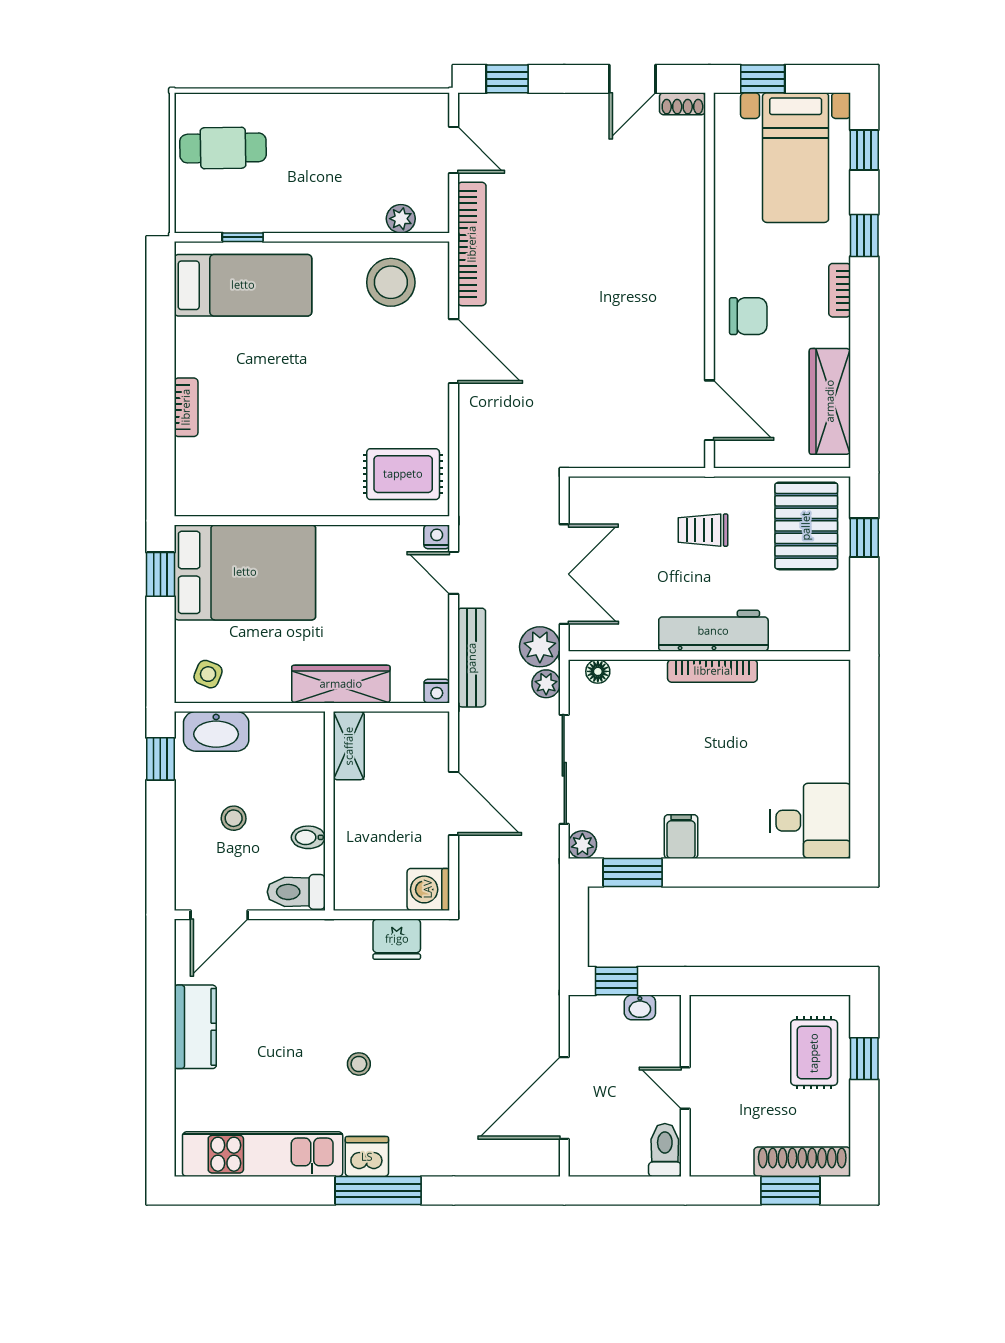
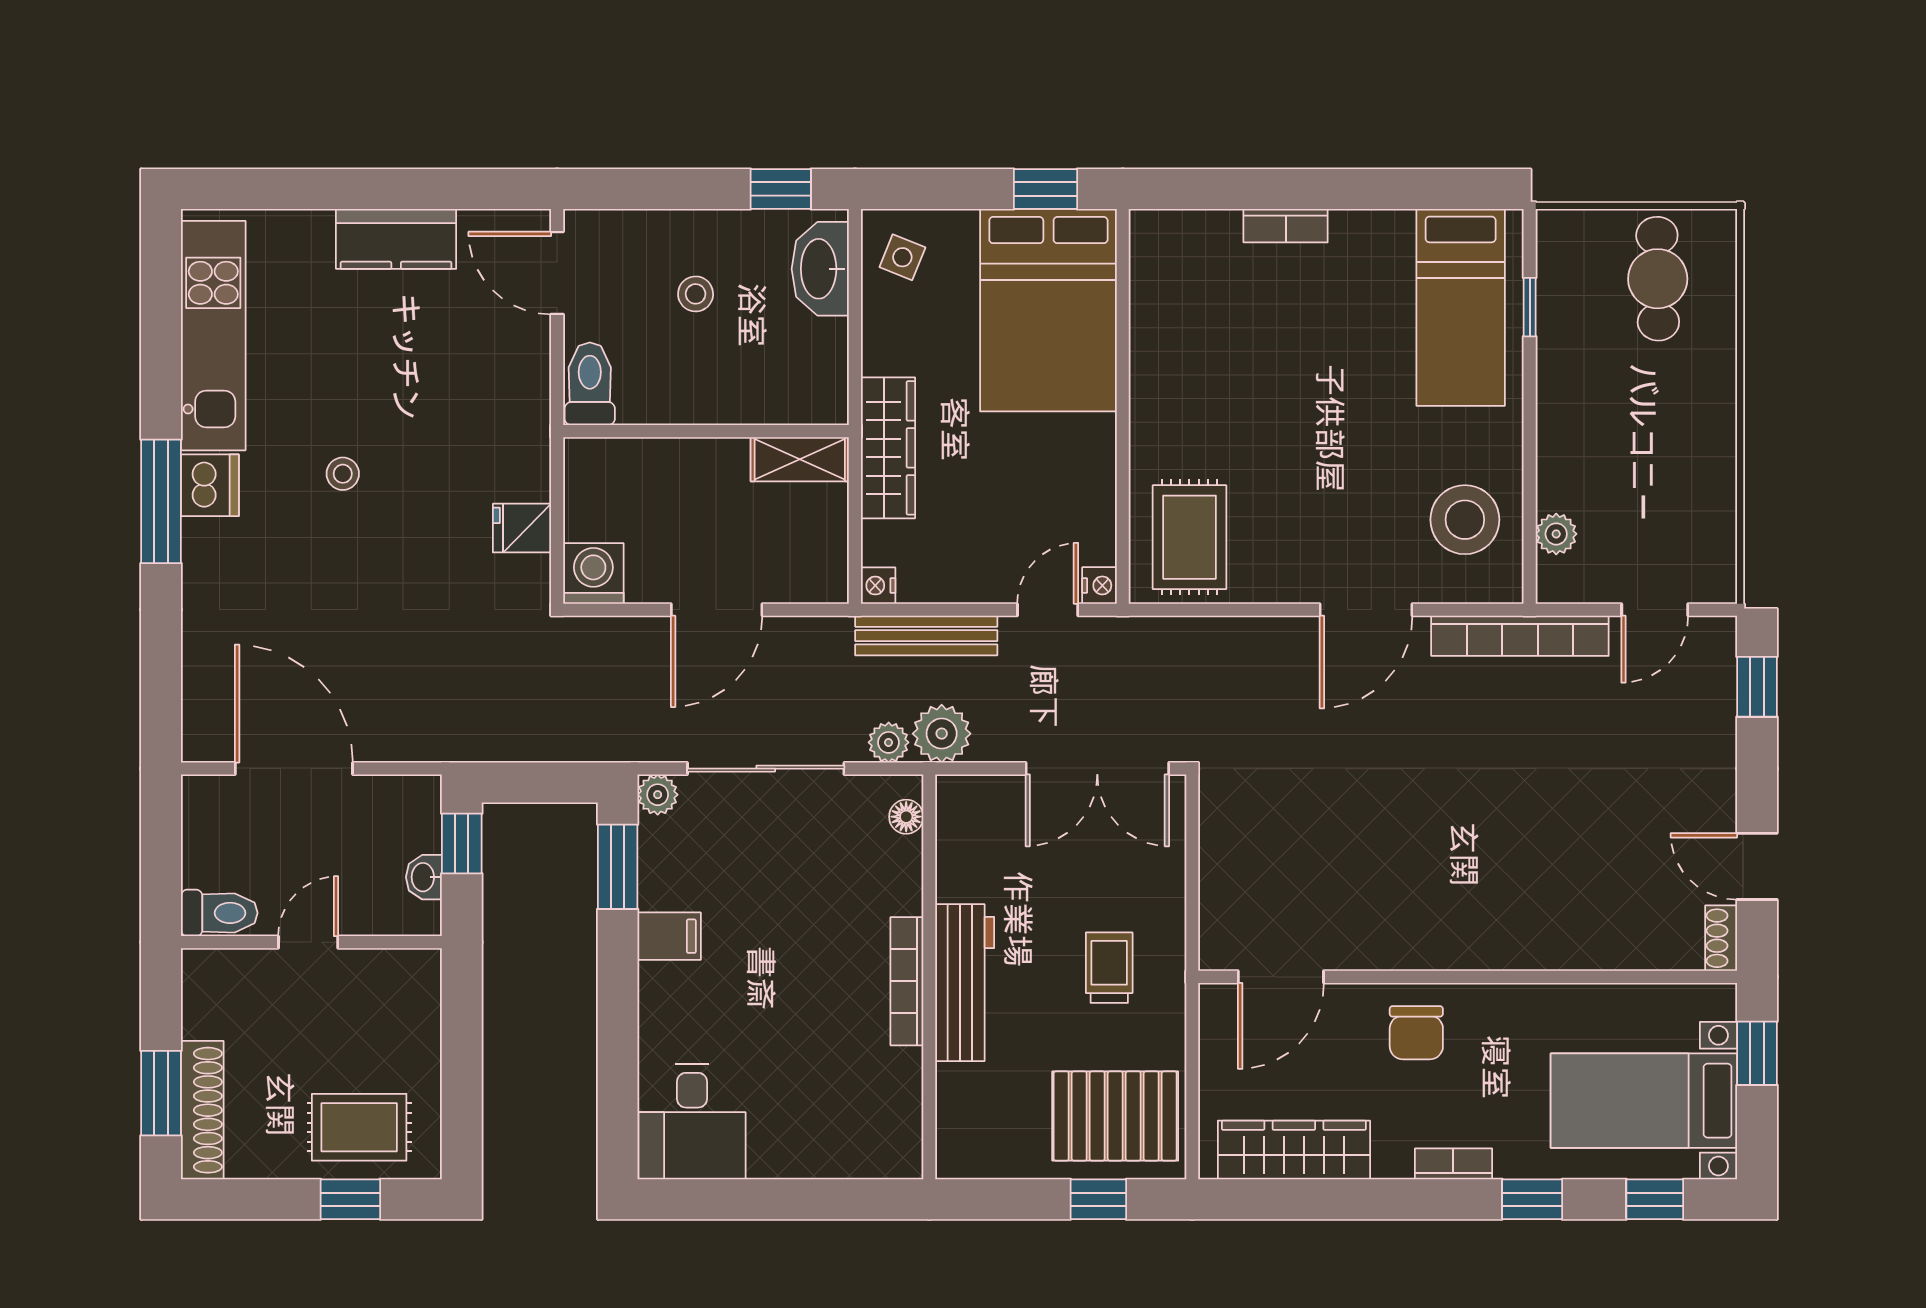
double door: (564, 574) -> (1097, 769), moved
bidet: (308, 837) -> (668, 401), removed
fridge: (397, 939) -> (522, 528), width x0.72

